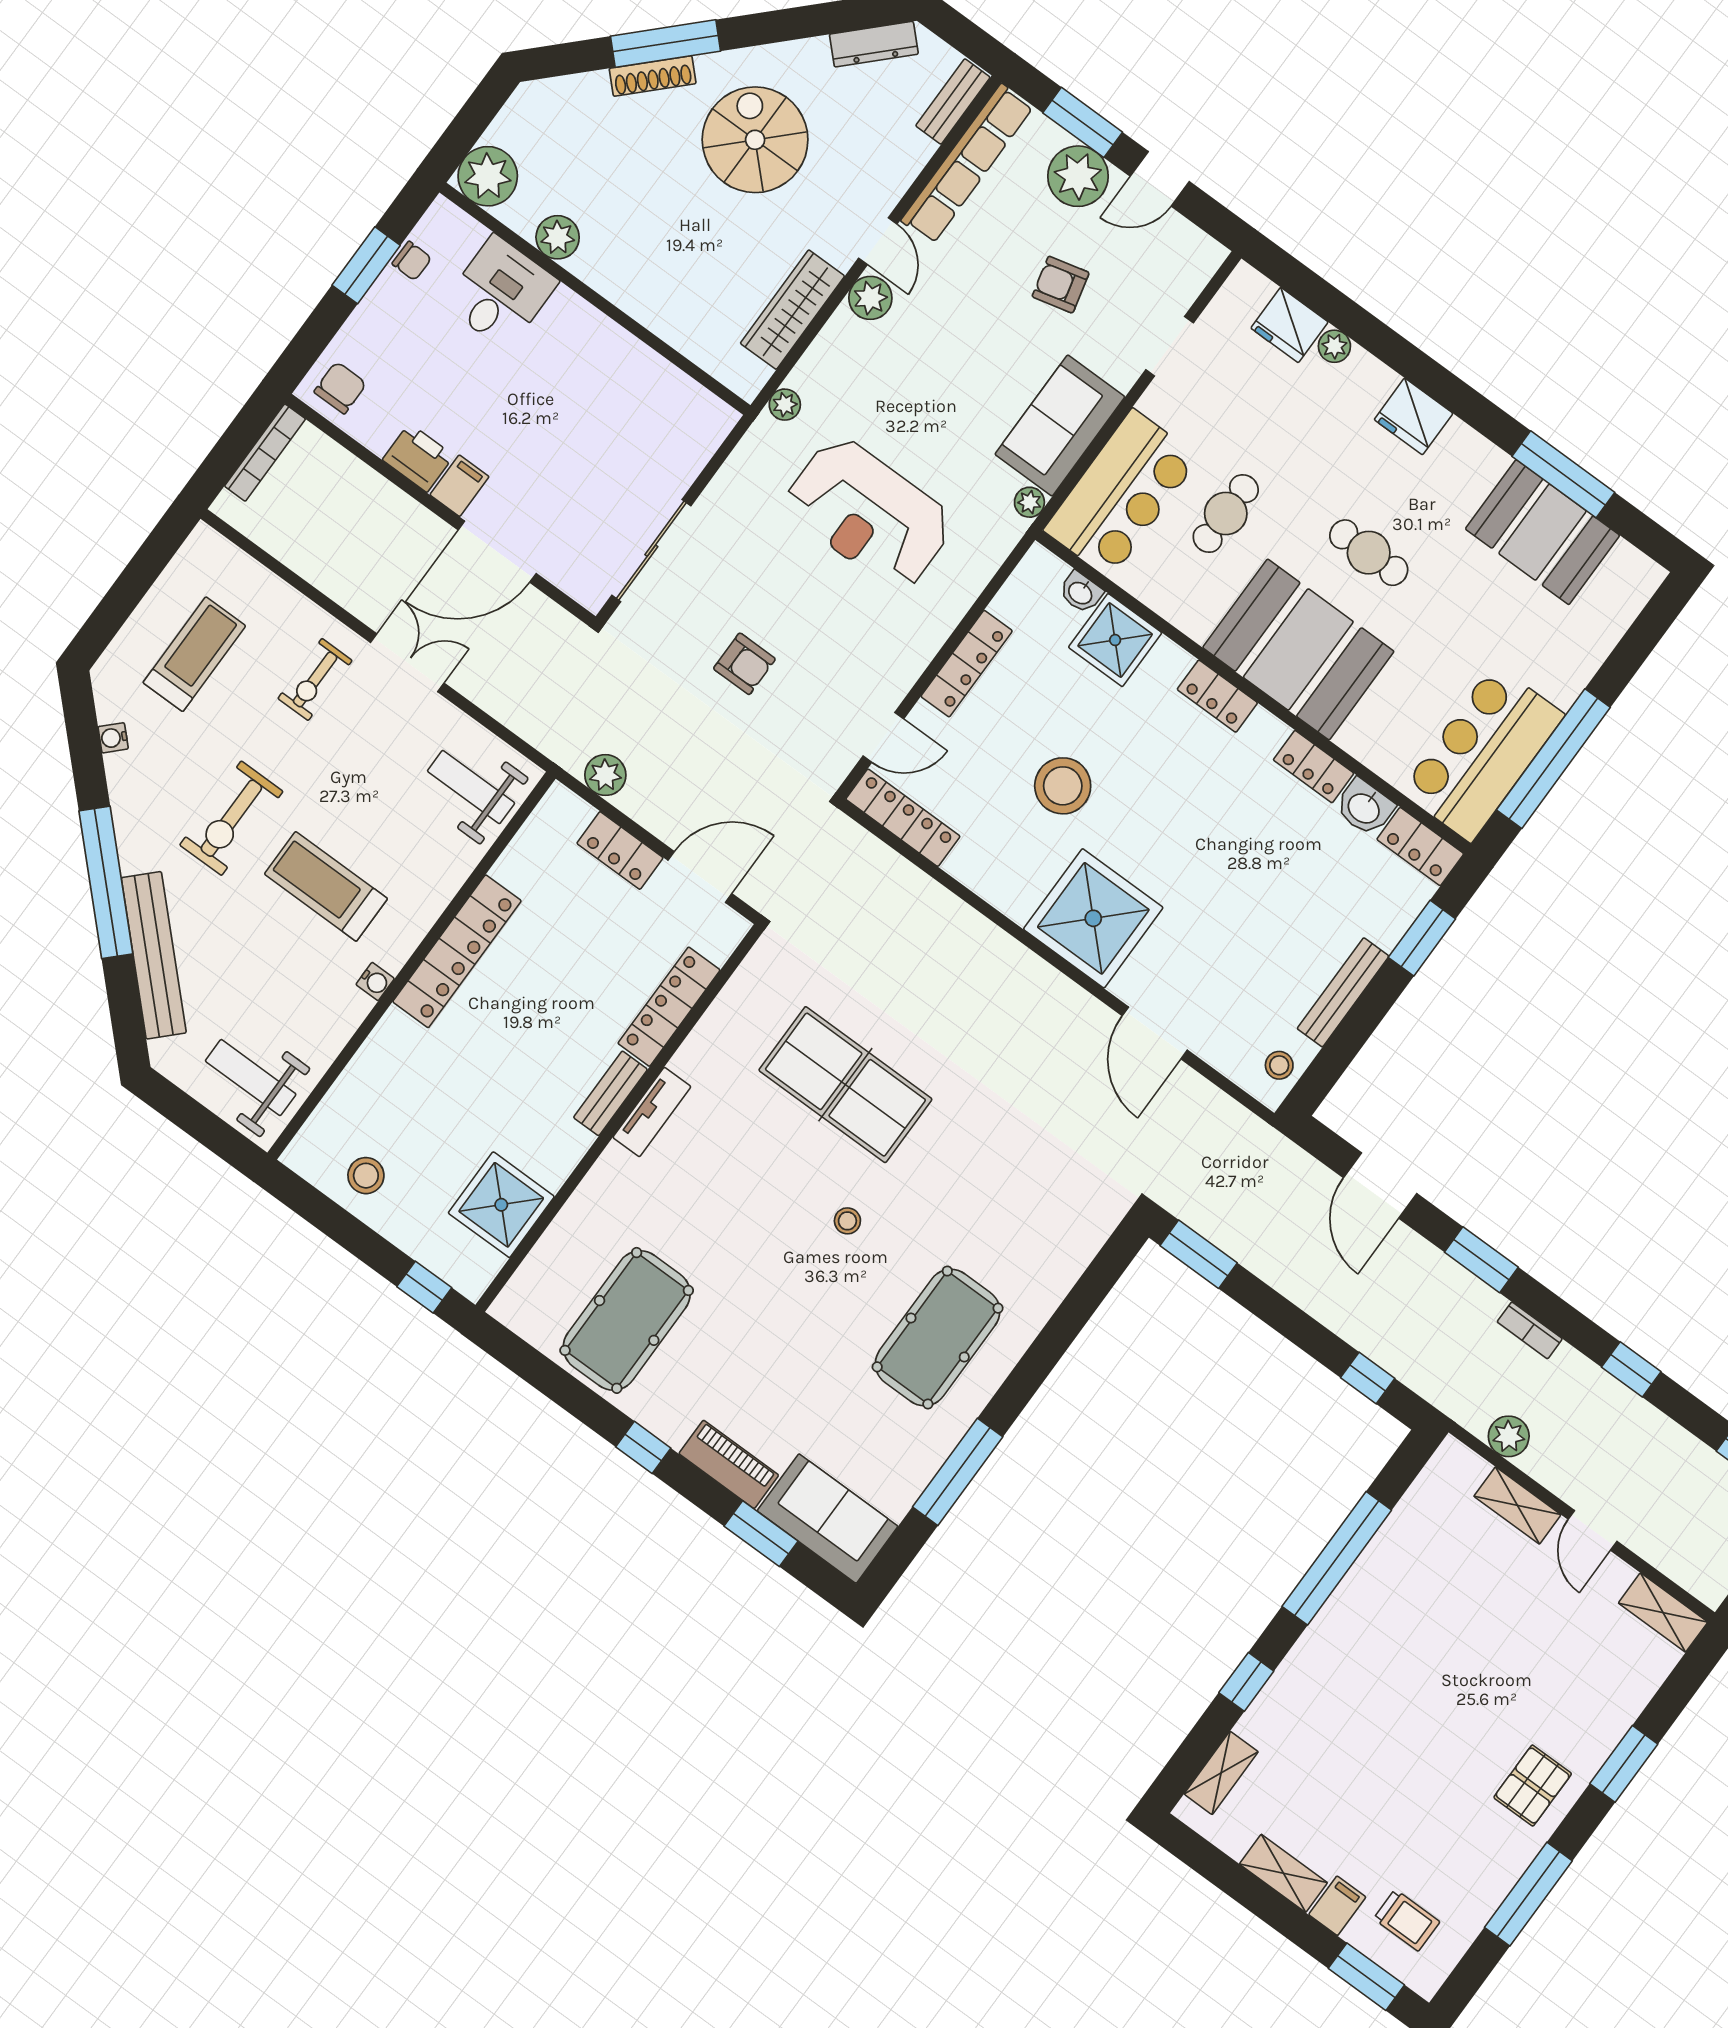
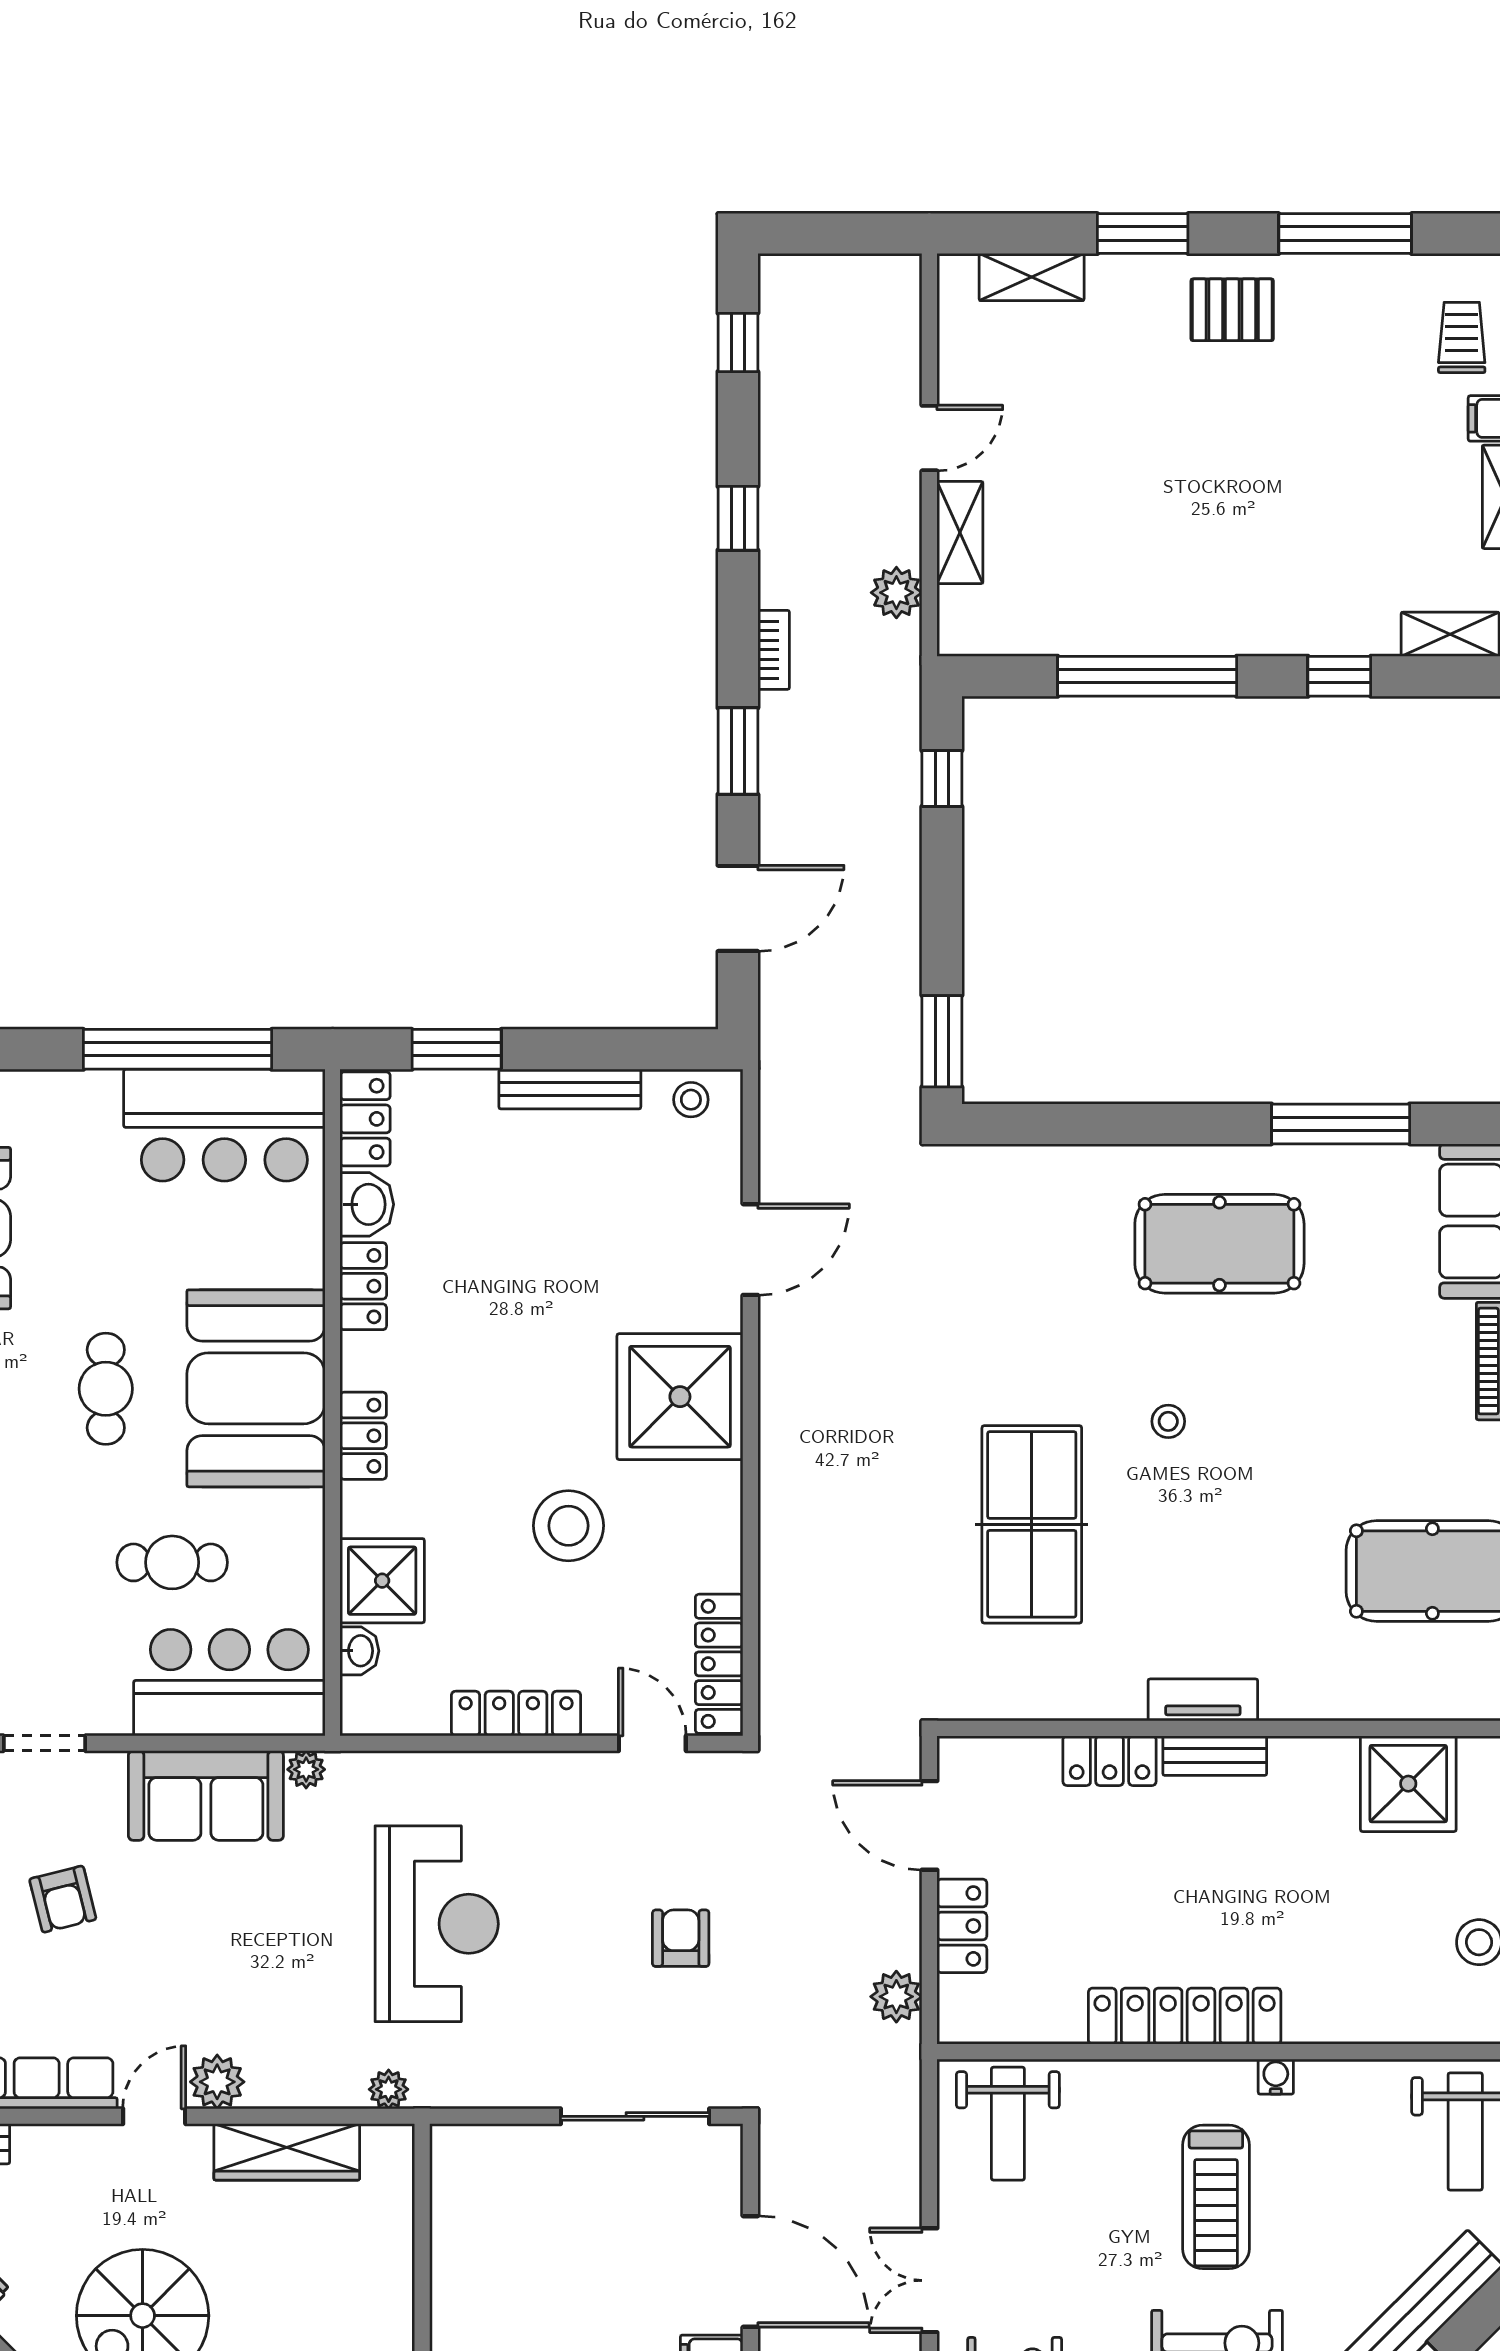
locker: (669, 1007) -> (1110, 1761), width x0.66
shelving: (1663, 1613) -> (1032, 277), moved, turned 90

